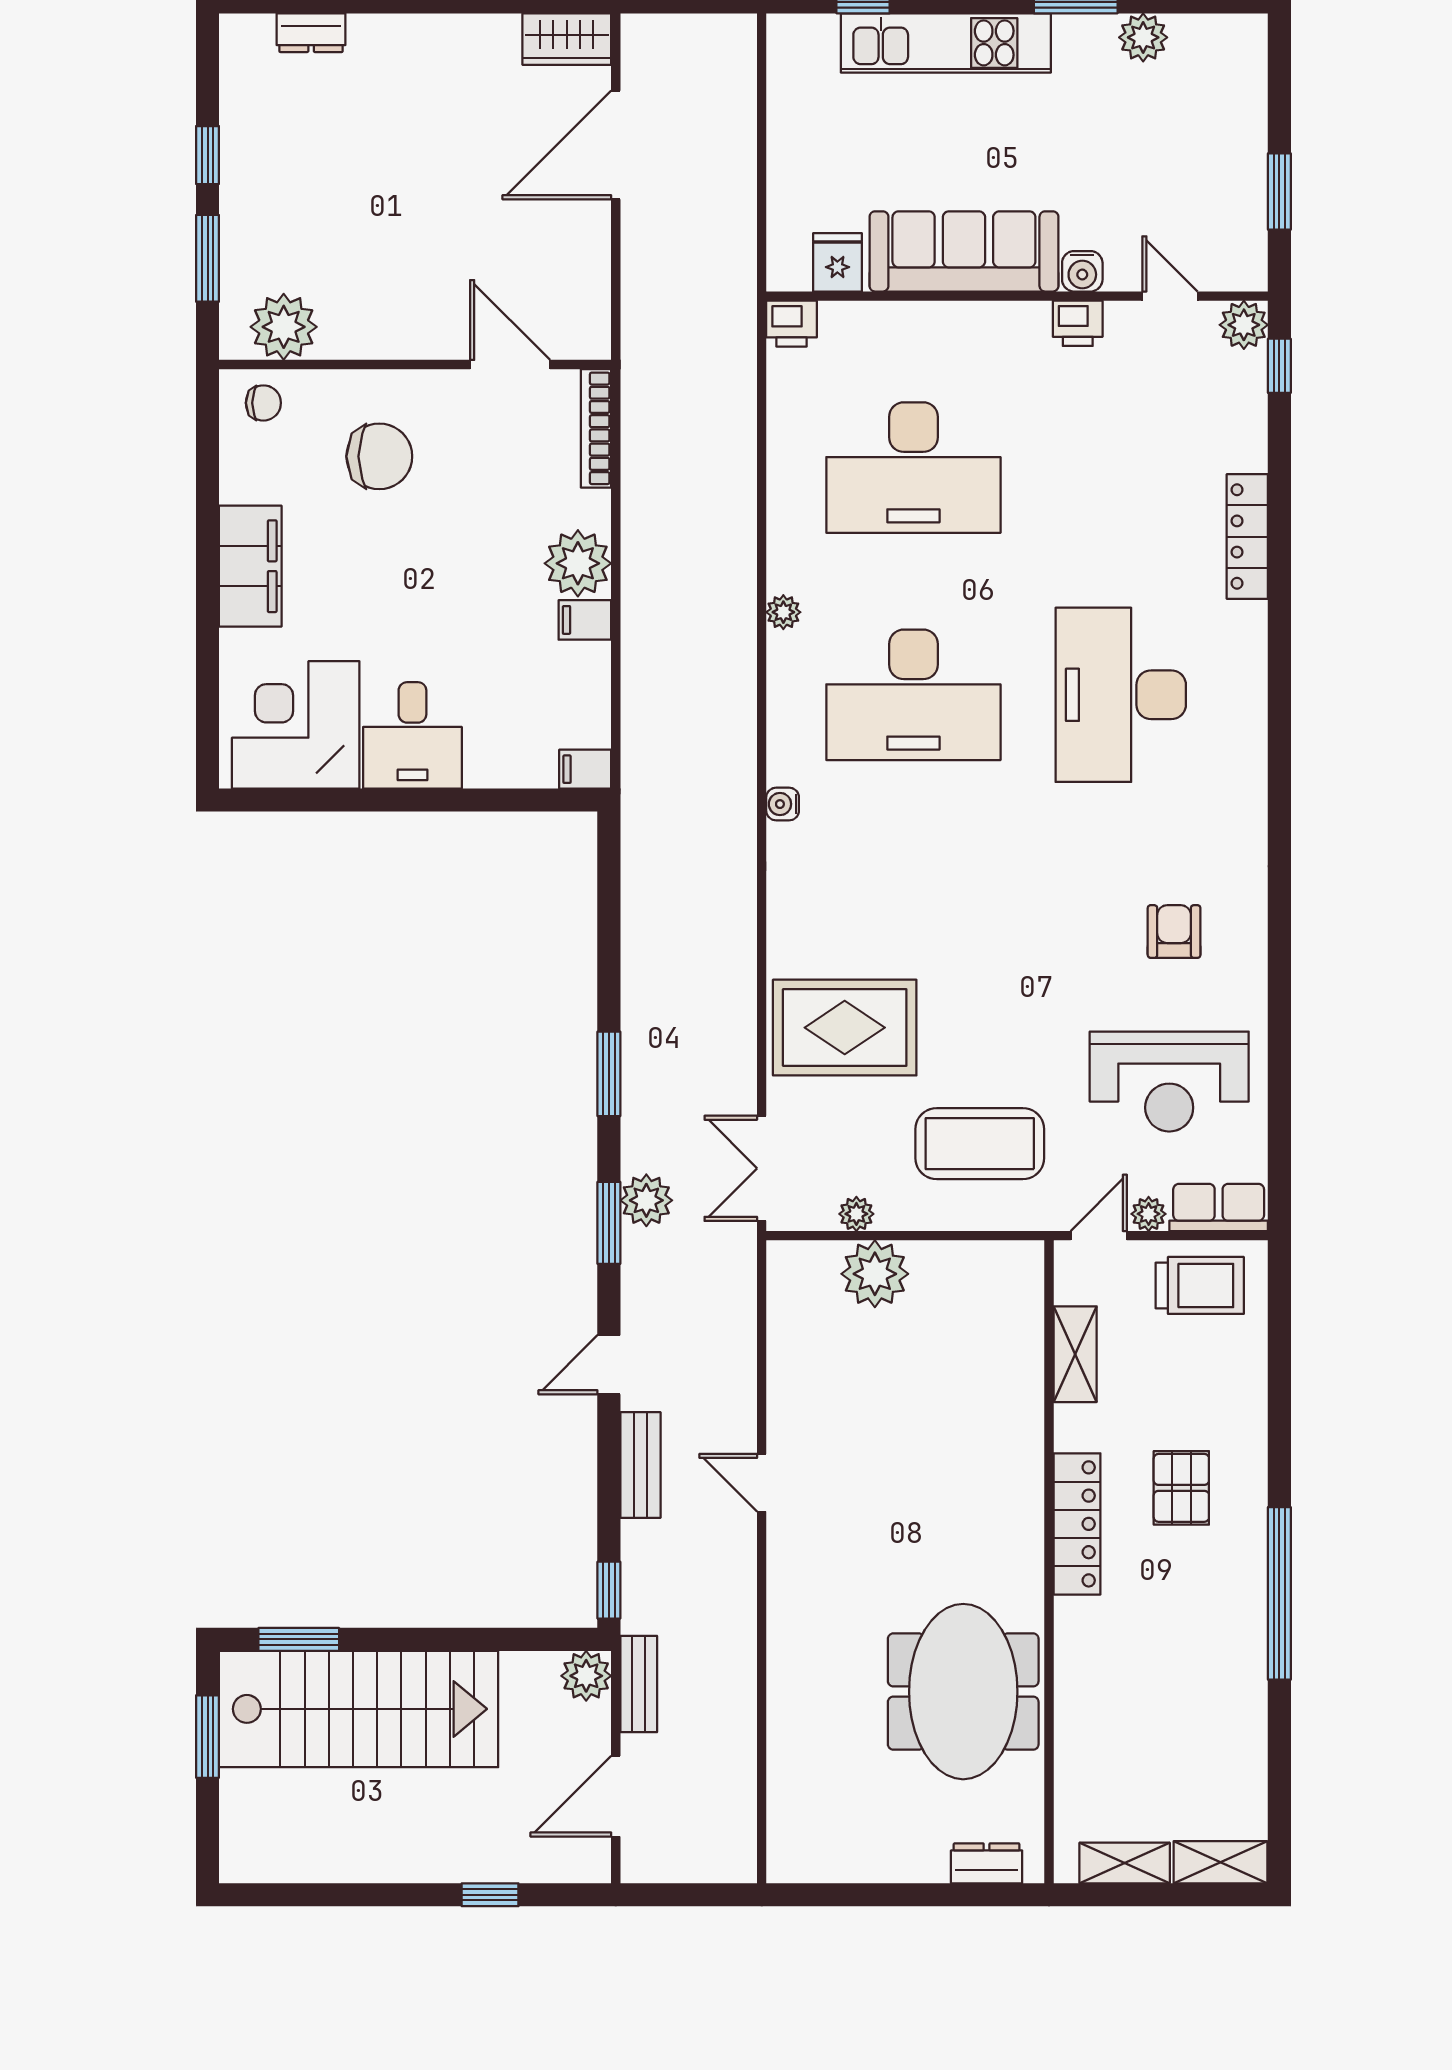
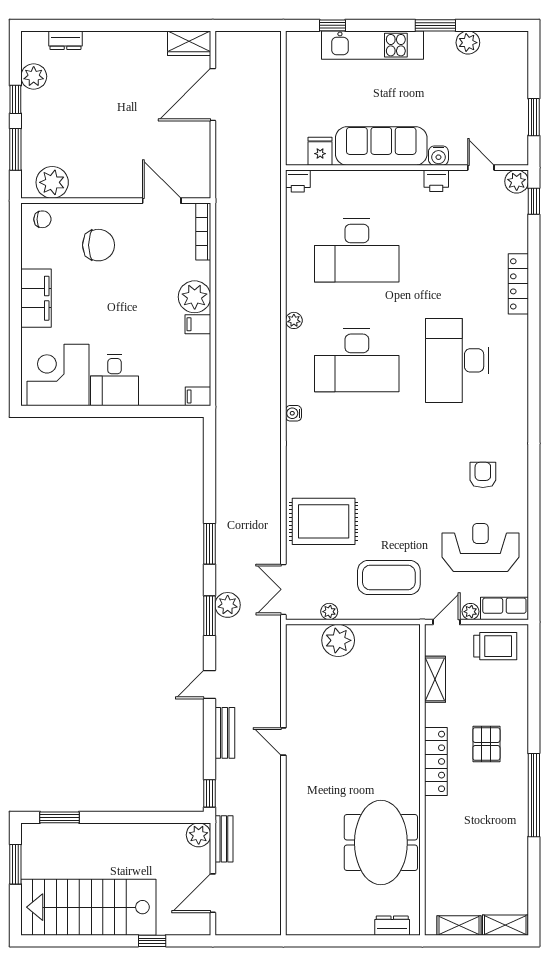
plant: (245, 108) -> (34, 76), added
reception desk: (1169, 1082) -> (480, 547), turned 180
stairs: (359, 1709) -> (88, 907), moved, turned 180

